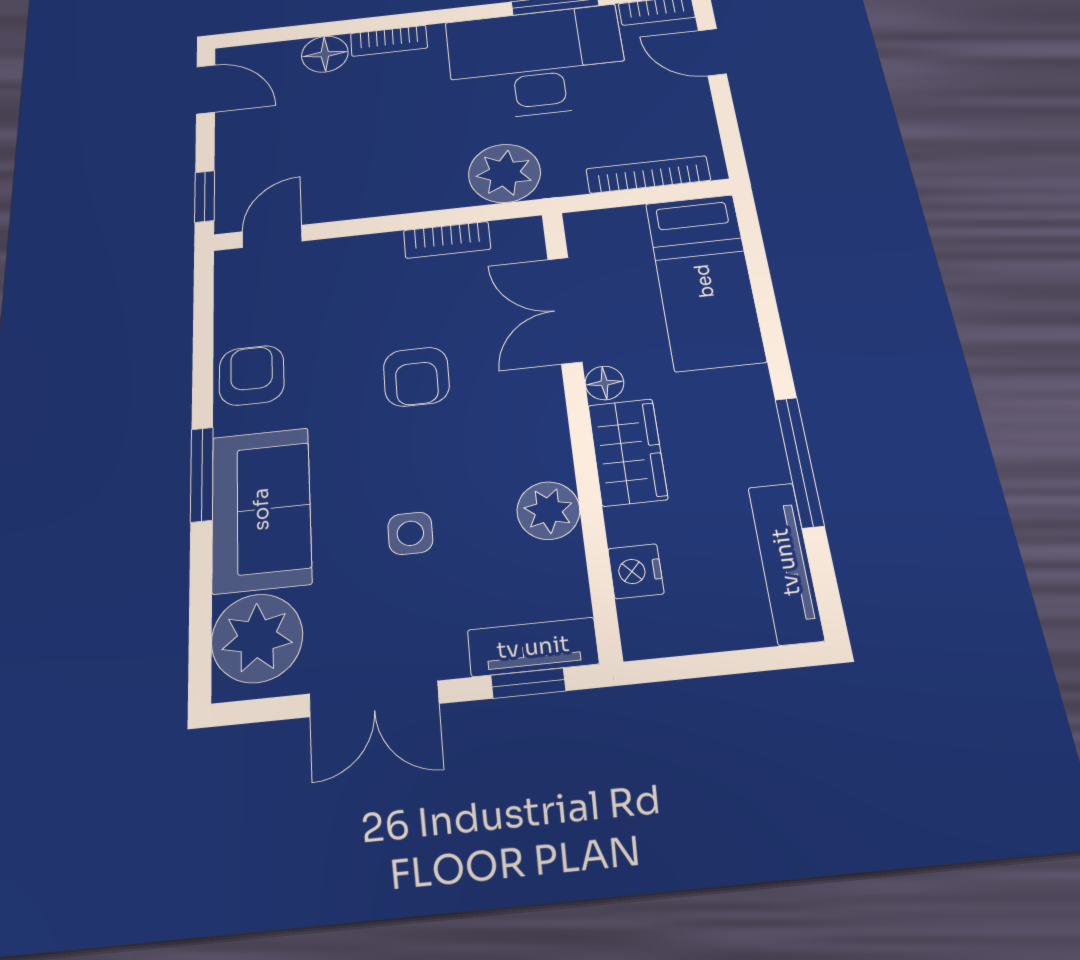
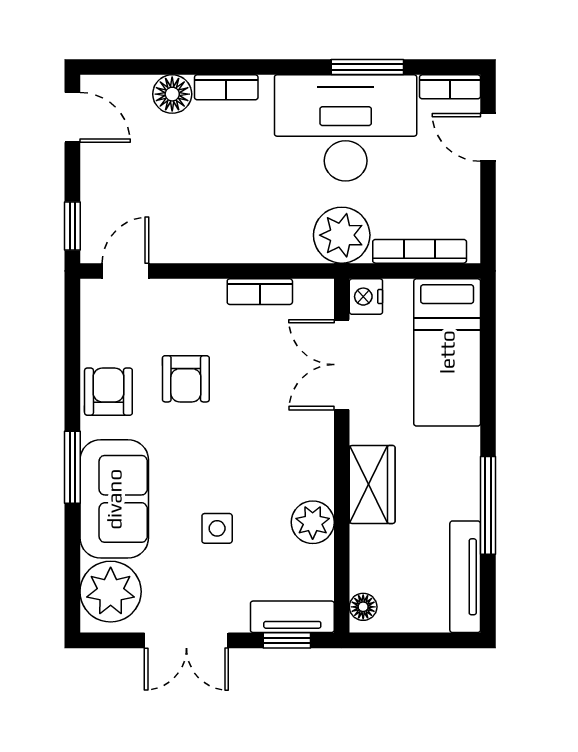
plant: (504, 173) -> (342, 235), moved
armchair: (416, 377) -> (186, 379), moved
floor lamp: (604, 383) -> (363, 607), moved
nightstand: (636, 571) -> (366, 297), moved

